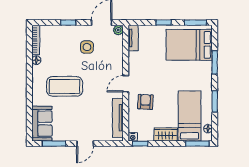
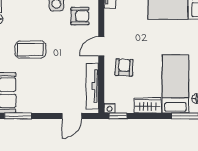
armchair: (107, 58) -> (80, 16), added
coffee table: (65, 86) -> (30, 50), width x0.73, depth x0.76
door: (85, 144) -> (72, 116), moved

